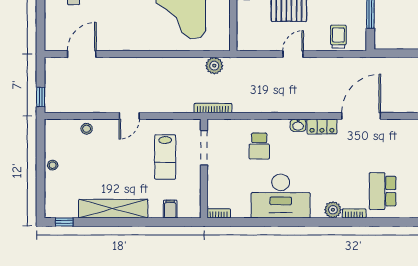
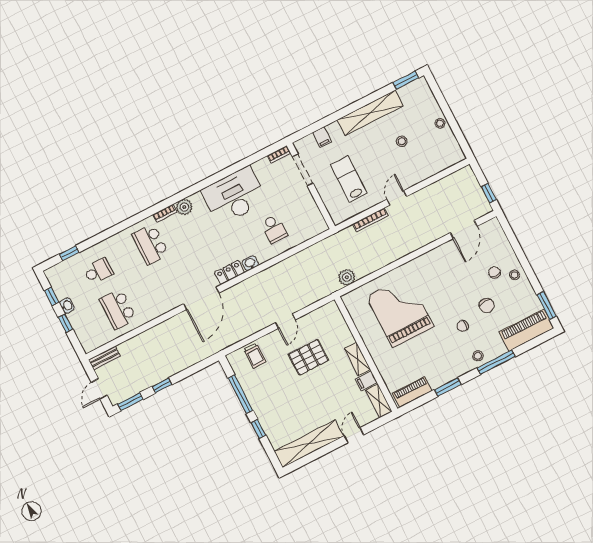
window: (41, 97) -> (489, 193), moved
bookcase: (213, 108) -> (370, 220), moved
stool: (87, 129) -> (402, 141), moved
school desk: (259, 146) -> (274, 229), turned 180
doorway: (204, 148) -> (303, 170), moved
school desk: (383, 191) -> (150, 244), turned 180
window: (64, 222) -> (406, 80), width x1.50

